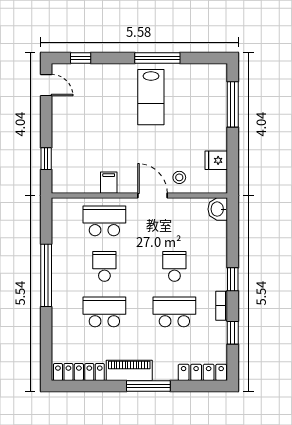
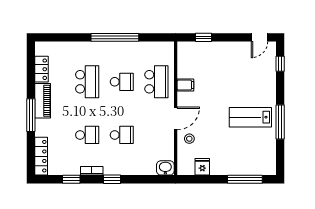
school desk: (174, 312) -> (87, 135), width x0.54
locker: (79, 372) -> (41, 69), width x0.66

